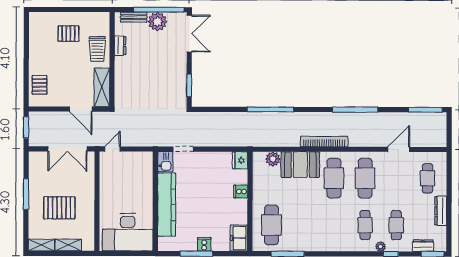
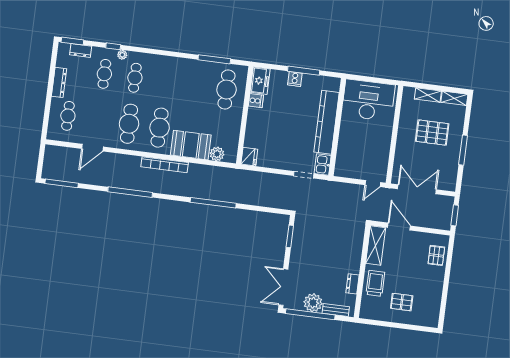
cooker: (241, 192) -> (256, 101), moved

